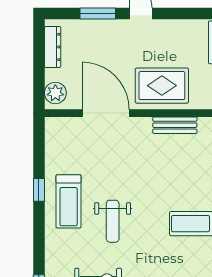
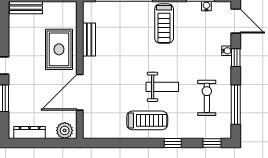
window: (39, 190) -> (173, 143), moved

